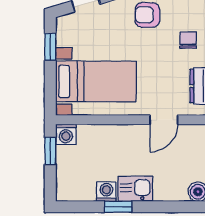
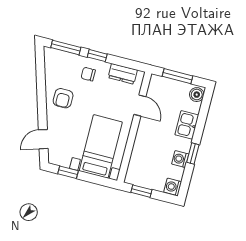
washing machine: (66, 134) -> (173, 187), moved, turned 180
kitchen sink: (135, 189) -> (187, 125), moved

